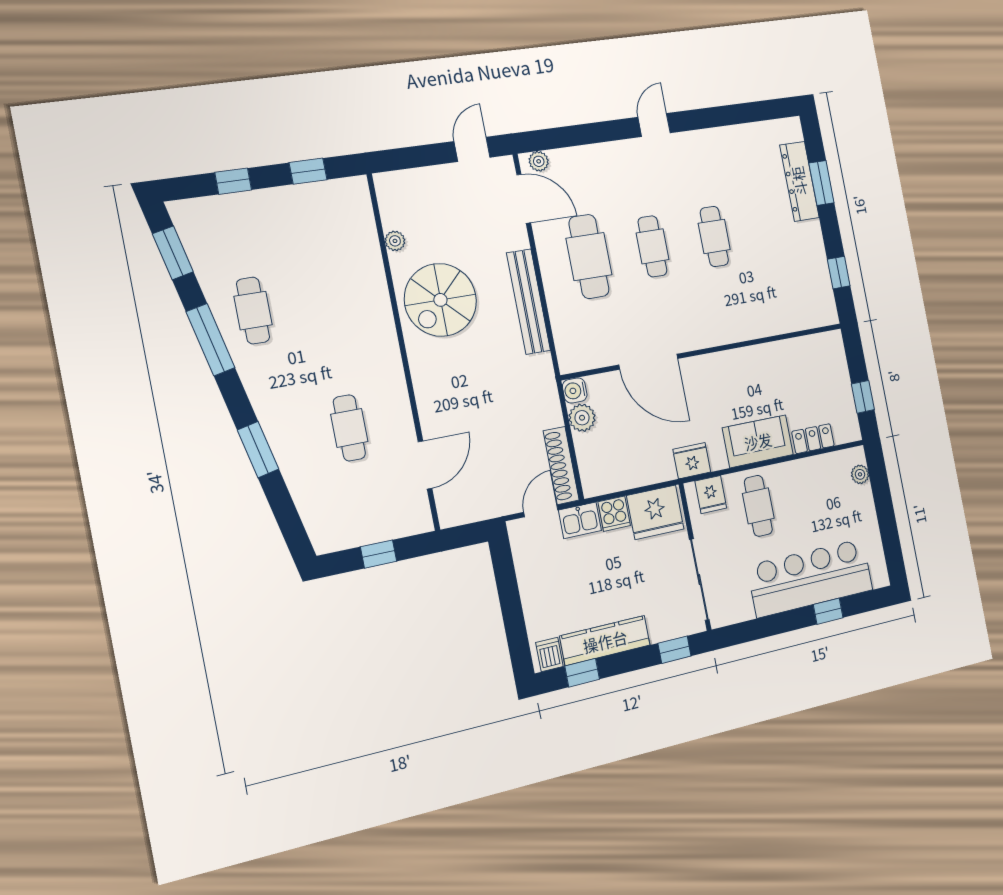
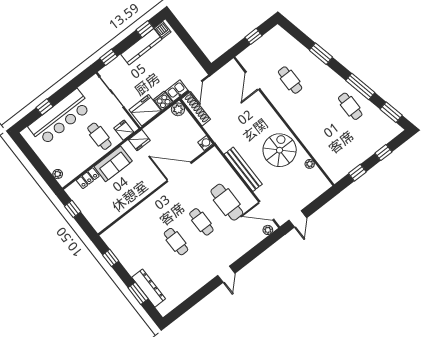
plant: (582, 418) -> (178, 109), moved

